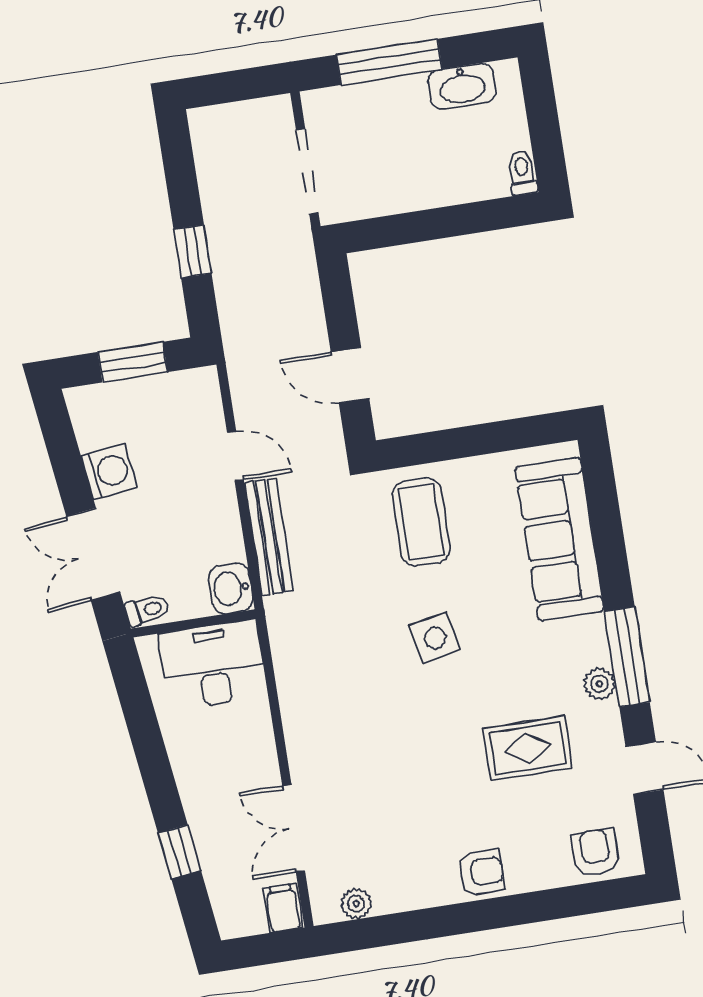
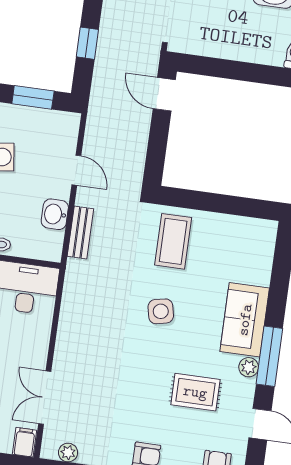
door: (350, 375) -> (164, 94), moved
bench: (269, 537) -> (80, 232), width x0.73
sofa: (559, 539) -> (245, 320), moved, width x0.73
washbasin: (231, 588) -> (55, 214), moved

